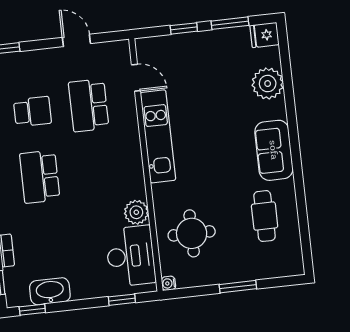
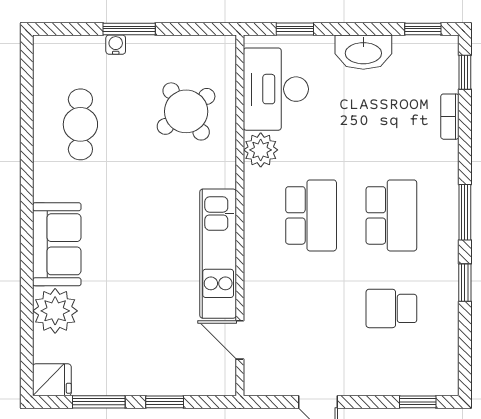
school desk: (89, 105) -> (311, 215), moved
sofa: (274, 150) -> (57, 244), moved
round table: (192, 233) -> (186, 111), turned -36
water cooler: (168, 283) -> (116, 45), moved, turned -90
washbasin: (50, 291) -> (363, 52), moved

